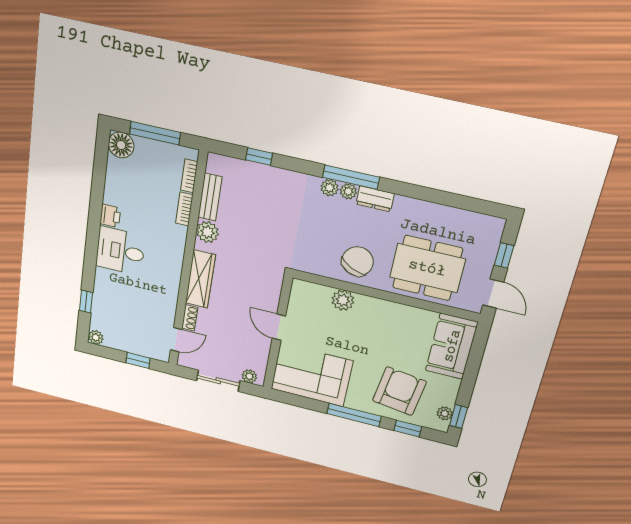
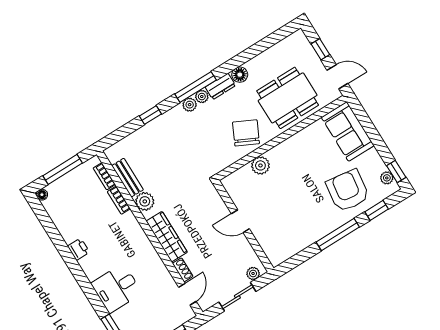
floor lamp: (121, 145) -> (42, 195), width x0.53, depth x0.53
window: (259, 157) -> (150, 115), moved
floor lamp: (404, 206) -> (240, 75), added
desk: (120, 251) -> (117, 288), moved
corner sofa: (312, 375) -> (288, 233), removed

